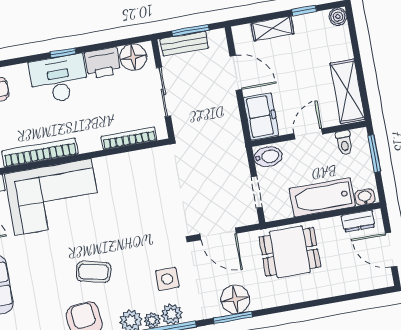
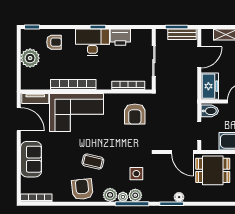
bench: (184, 44) -> (182, 34), moved
floor lamp: (133, 57) -> (139, 37), removed
door: (236, 73) -> (199, 57), hinge flipped
armchair: (148, 183) -> (135, 114), added
door: (218, 234) -> (183, 152), moved
floor lamp: (235, 299) -> (179, 197), width x0.53, depth x0.53

